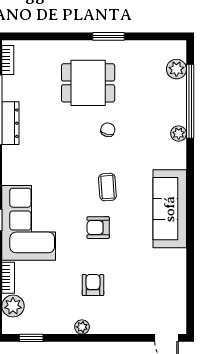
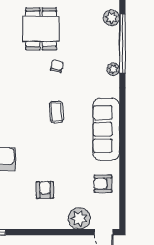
dining table: (88, 83) -> (41, 29), turned 90
armchair: (98, 228) -> (103, 184), moved
plant: (82, 327) -> (79, 218), moved, width x1.87, depth x1.87

